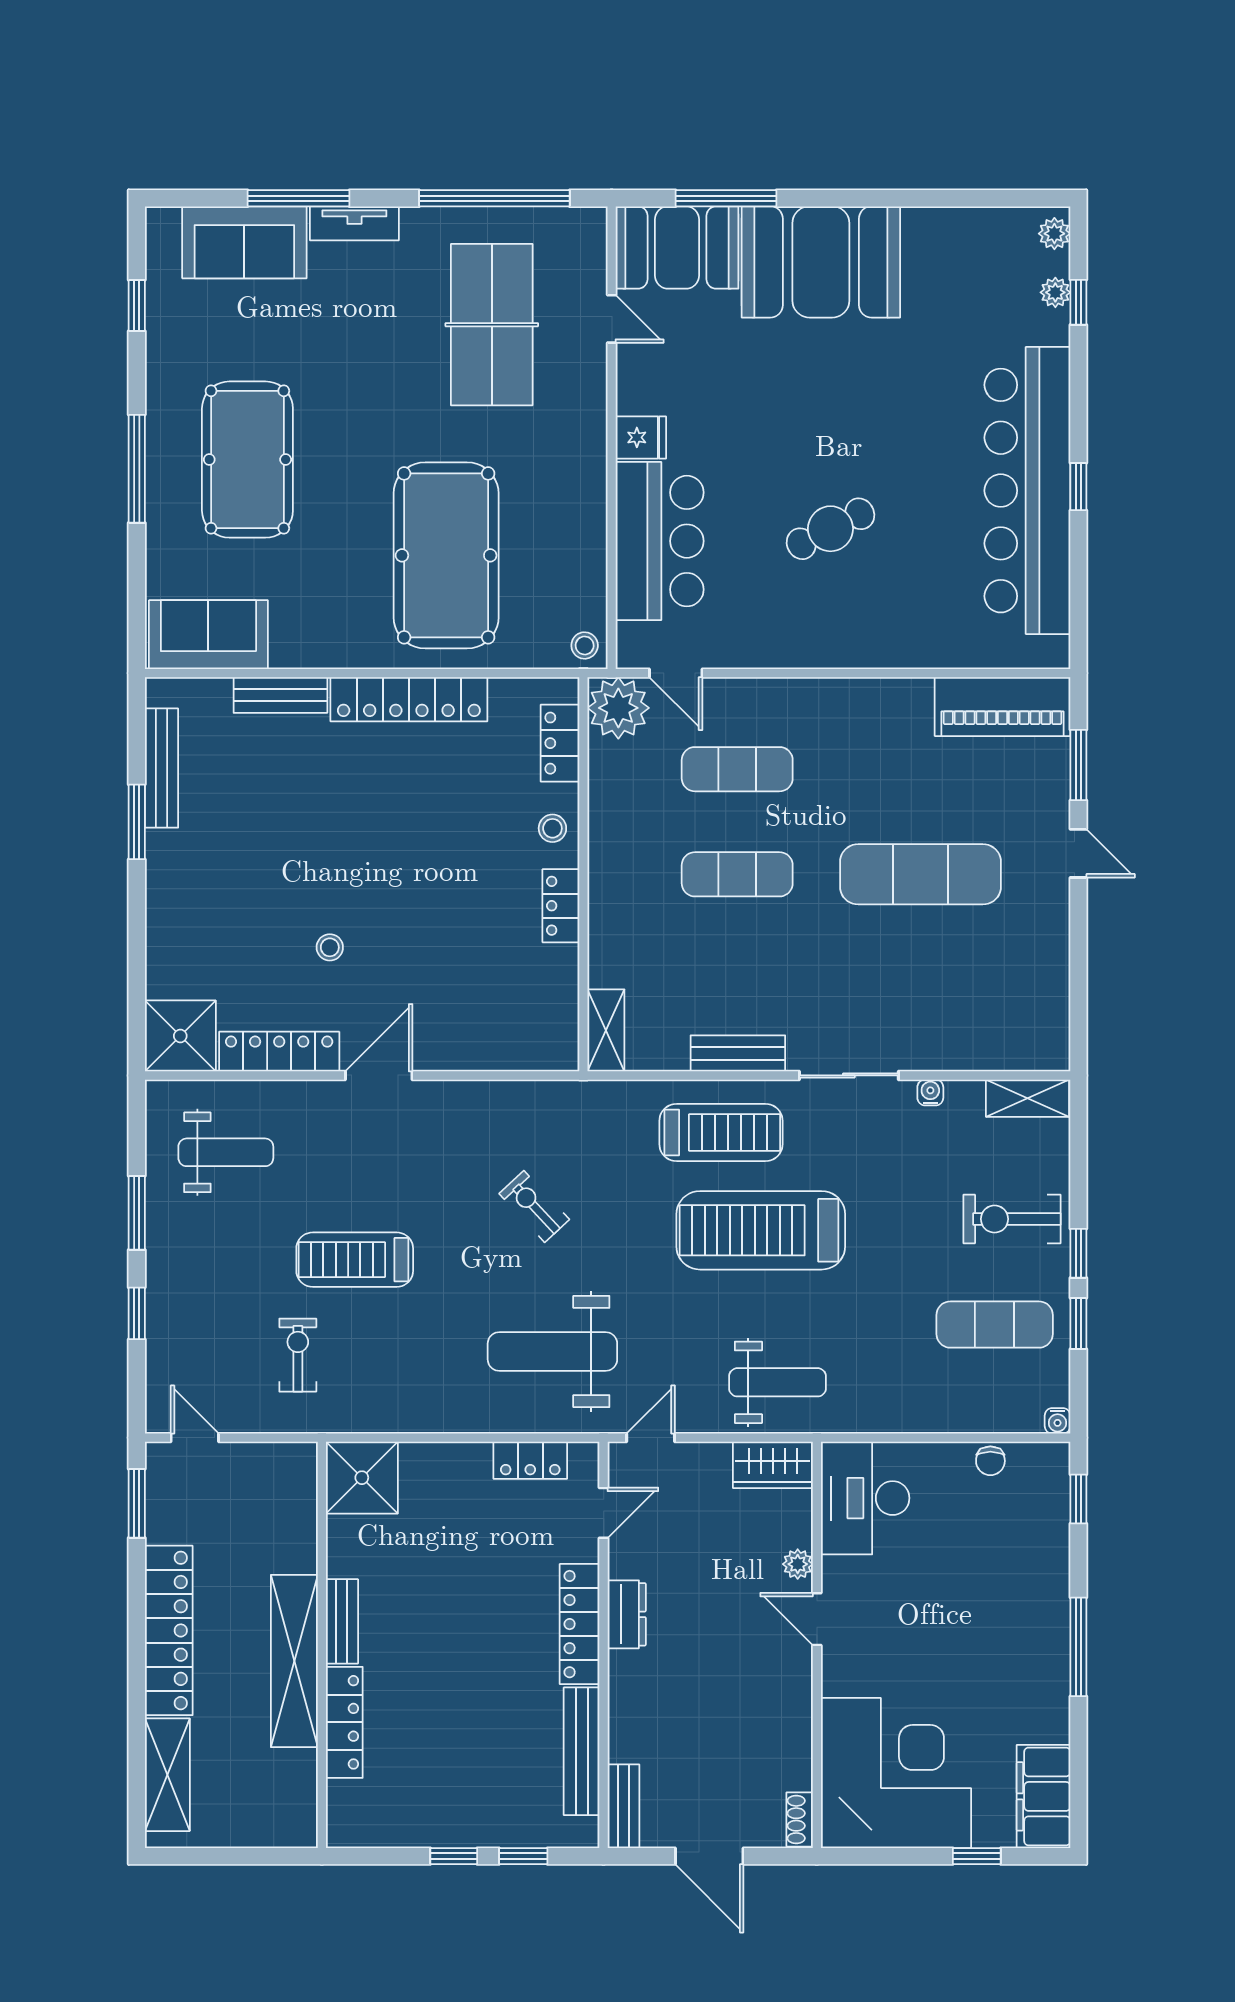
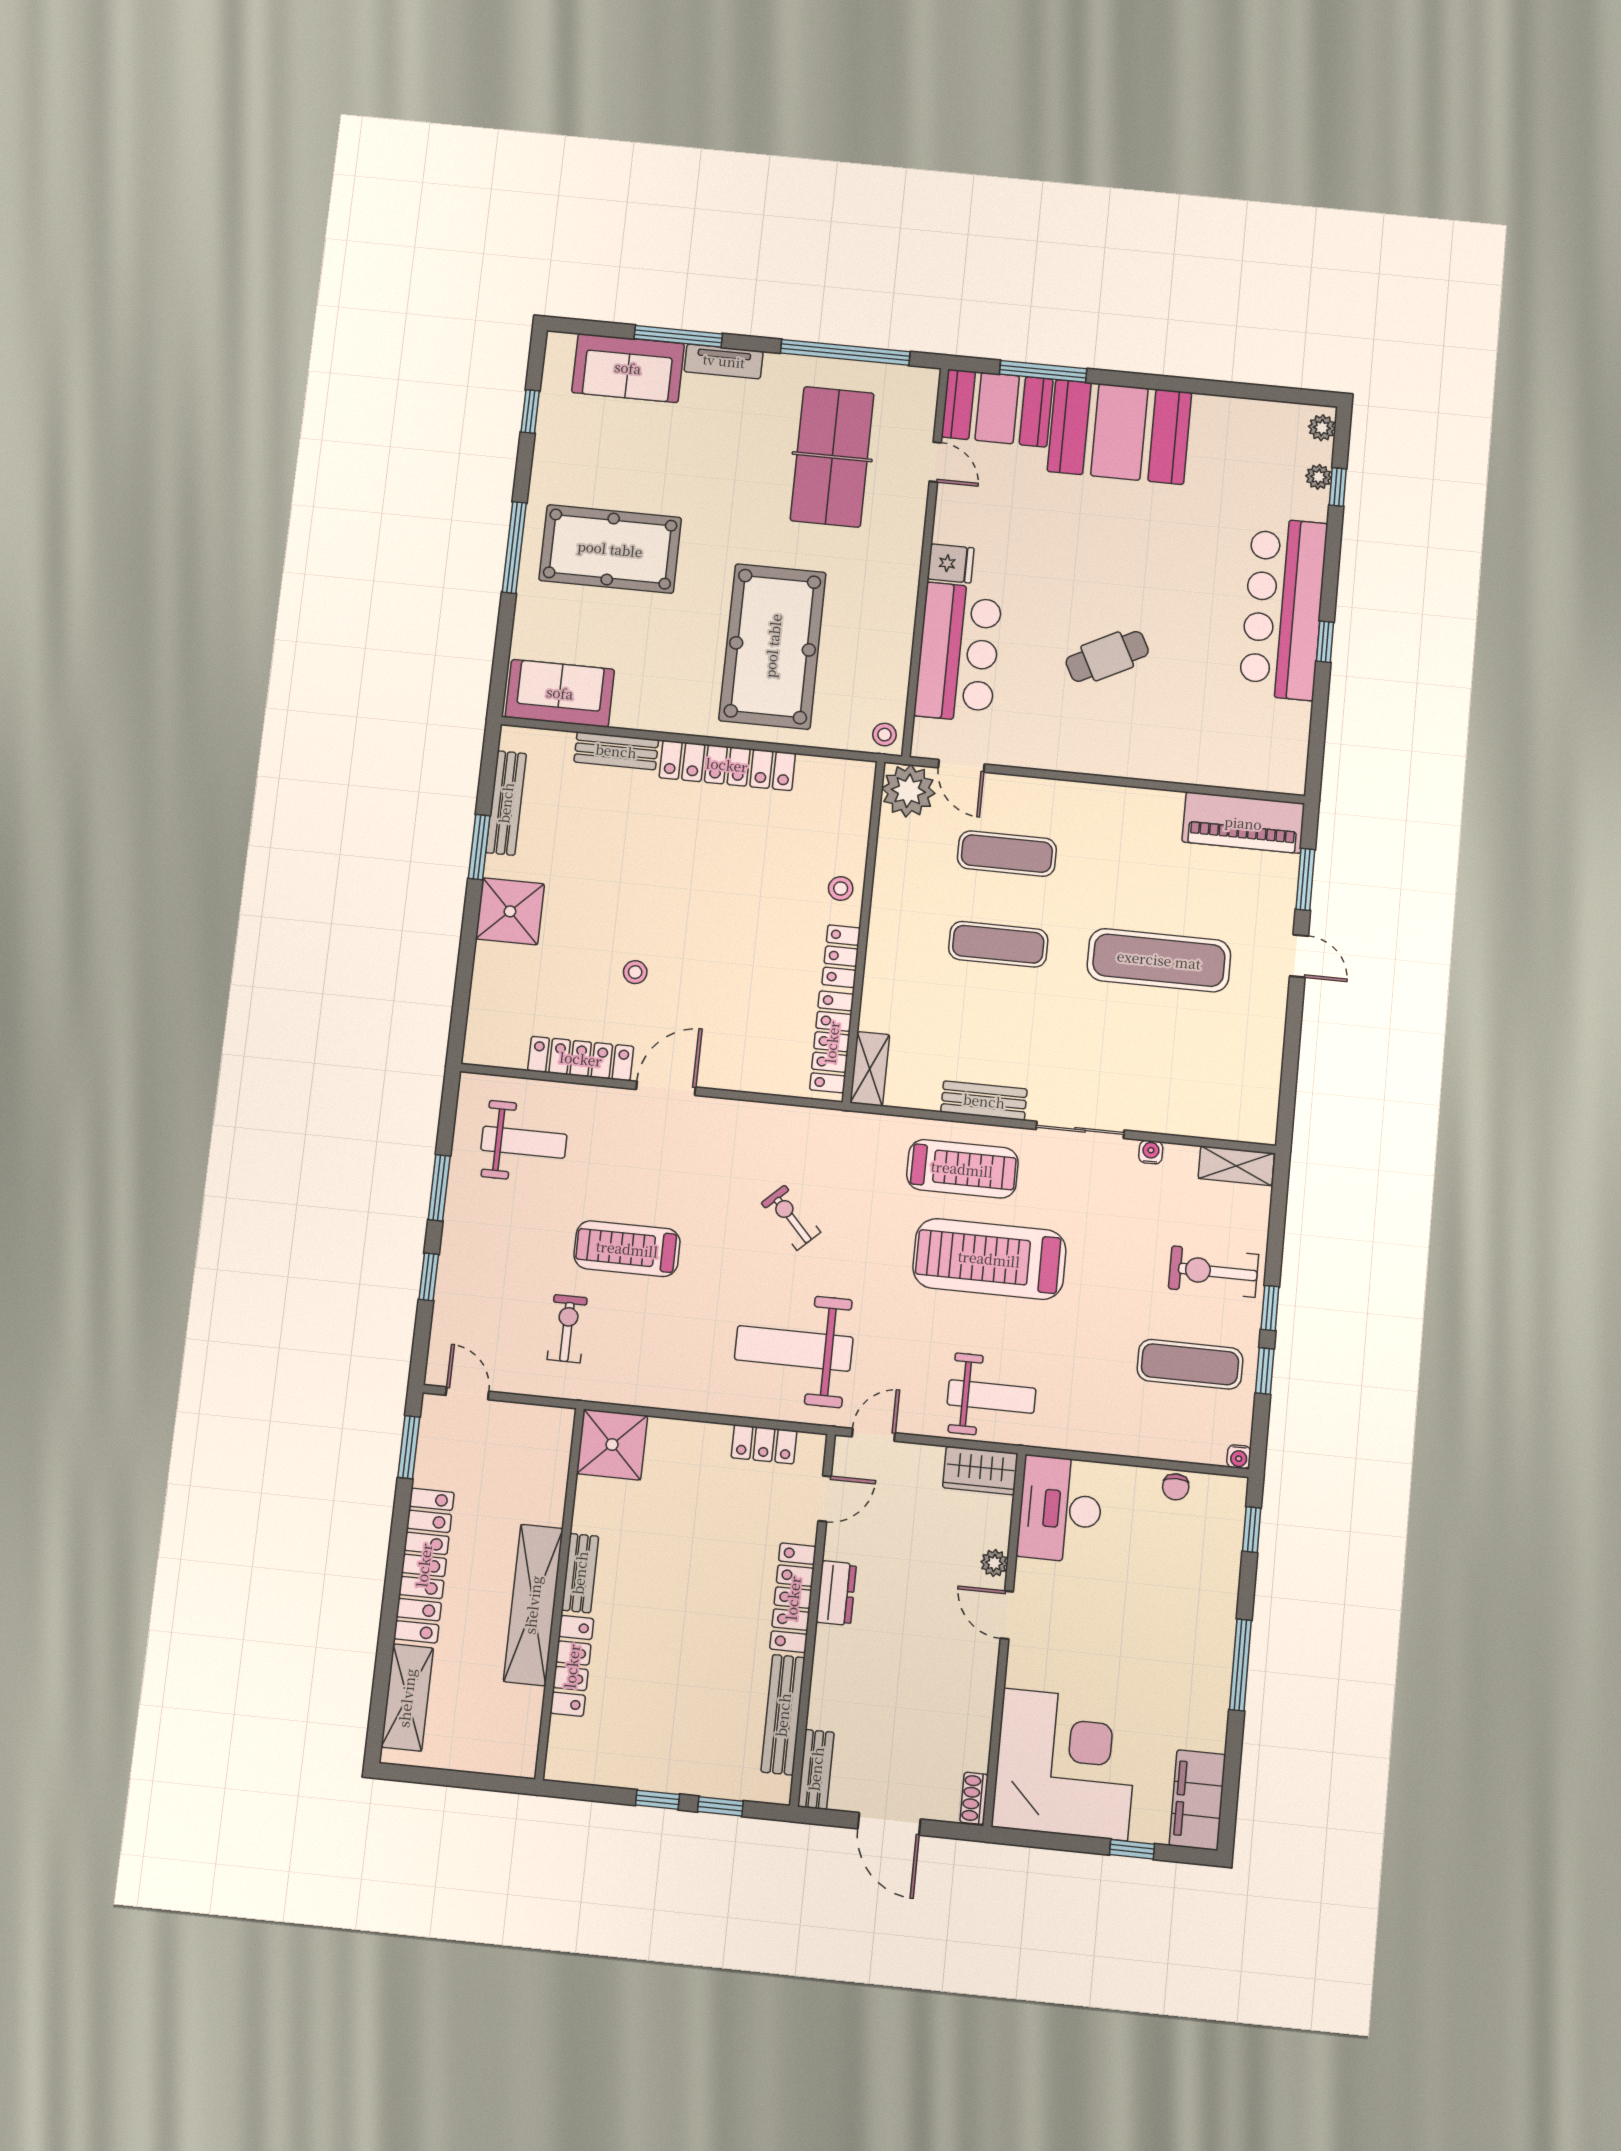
pool table: (247, 460) -> (610, 549), turned 90
bar counter: (1027, 491) -> (1283, 608), width x0.73
locker: (560, 743) -> (832, 1042), moved, width x1.53
shower: (180, 1036) -> (510, 911), moved

